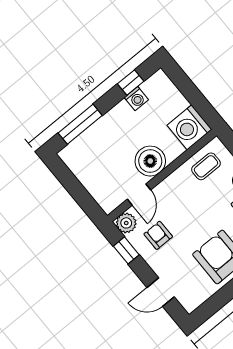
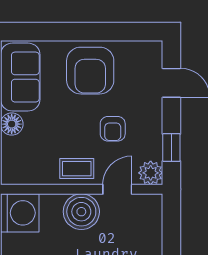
coffee table: (206, 166) -> (77, 169), moved
armchair: (158, 235) -> (113, 129), moved

